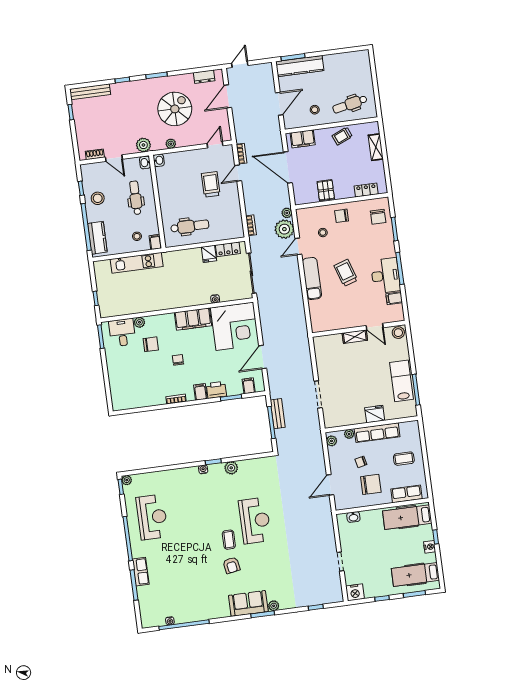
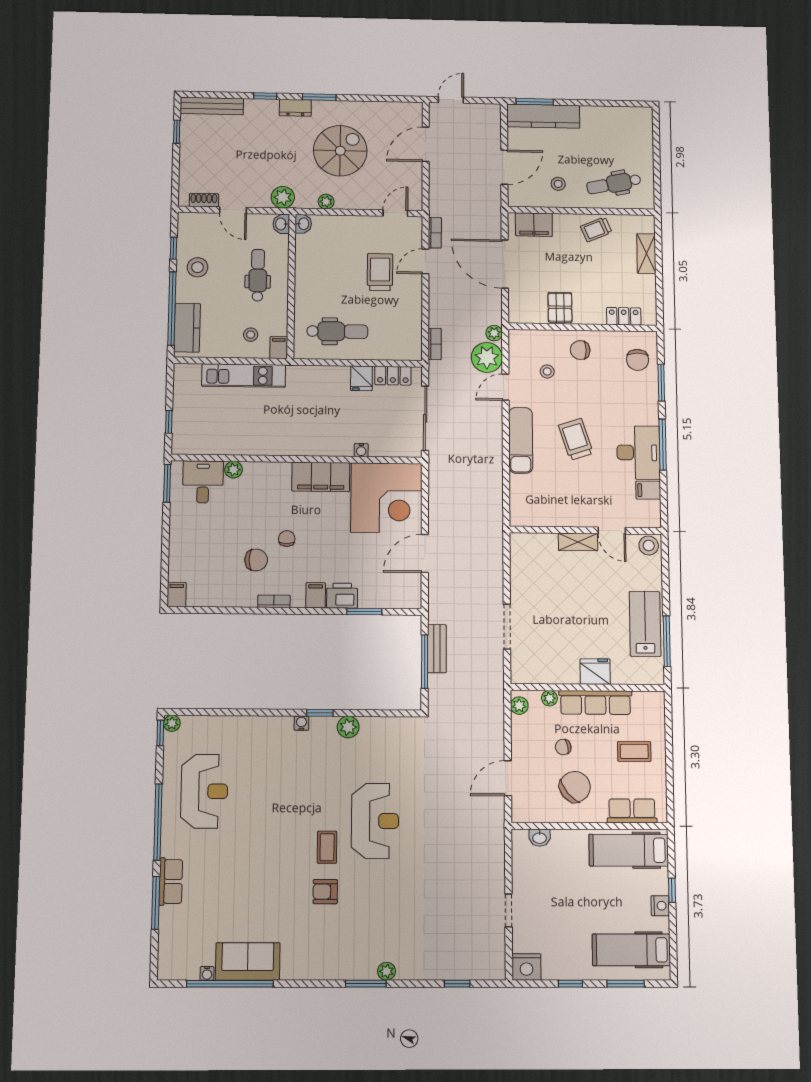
dresser: (204, 77) -> (295, 108), moved
chair: (151, 344) -> (256, 560), moved
filing cabinet: (249, 386) -> (176, 595), moved
chair: (371, 484) -> (575, 787), turned -40
armchair: (231, 565) -> (325, 892), turned 100
sofa: (248, 603) -> (248, 961), moved

